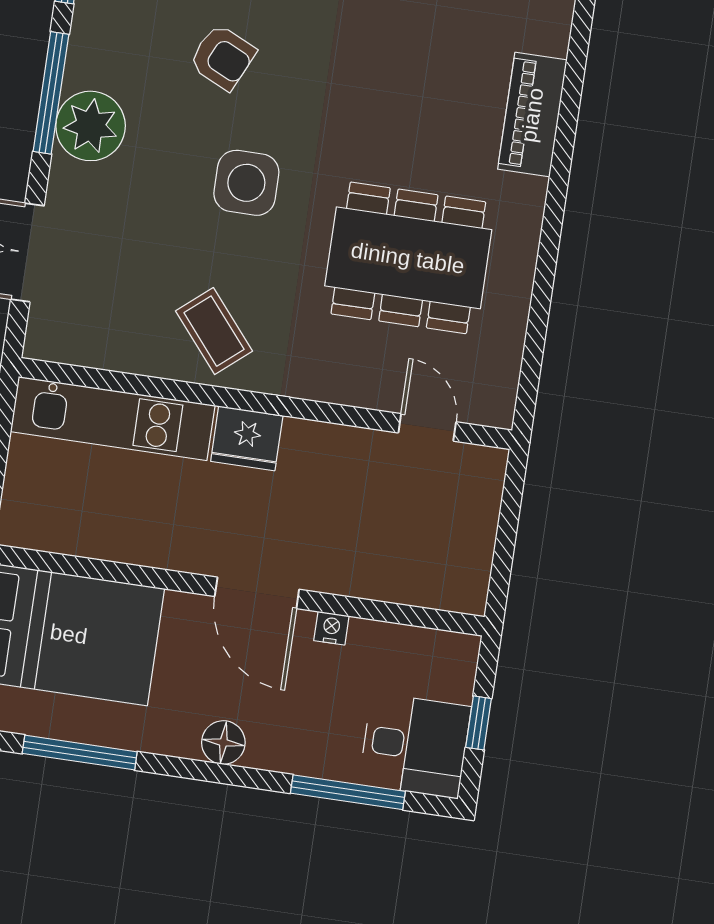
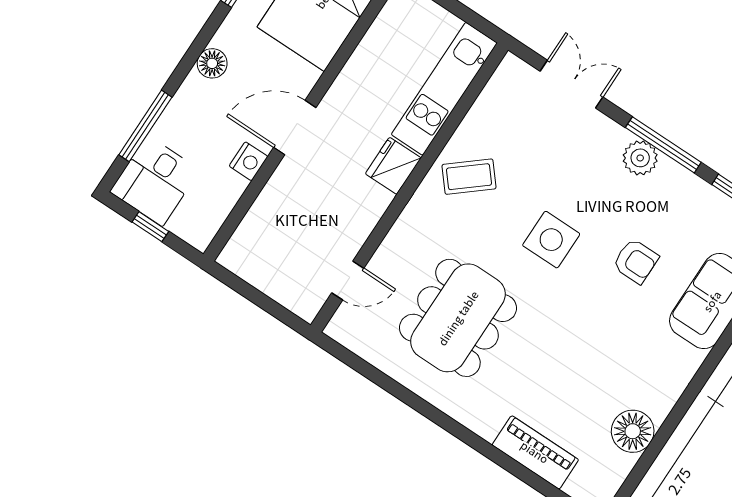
armchair: (223, 57) -> (636, 261), turned -115
piano: (532, 115) -> (535, 452), moved
plant: (91, 126) -> (640, 158), width x0.73, depth x0.73
nightstand: (331, 628) -> (249, 161), width x1.39, depth x1.35

